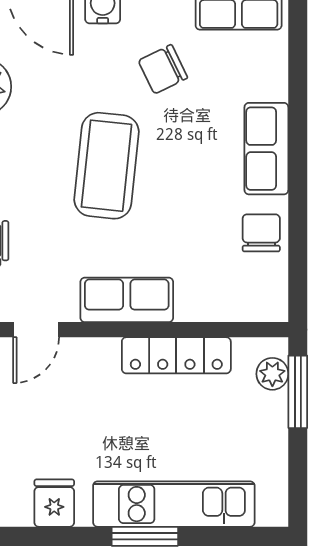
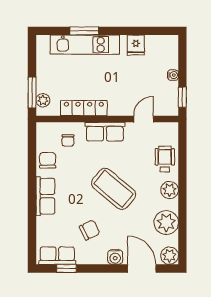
coffee table: (107, 166) -> (114, 189), turned -56
chair: (261, 233) -> (48, 160), turned 180
chair: (214, 279) -> (68, 140), added
window: (145, 536) -> (84, 31), moved

